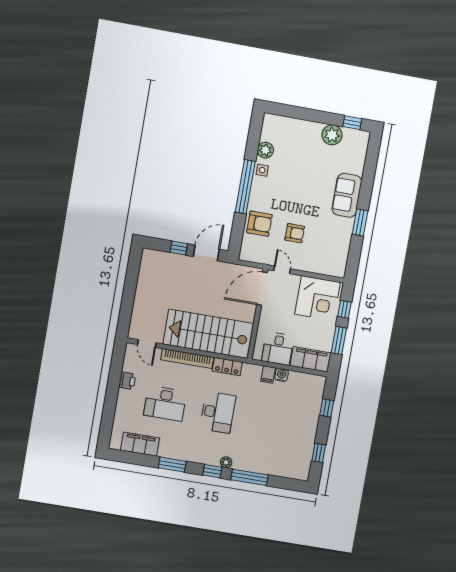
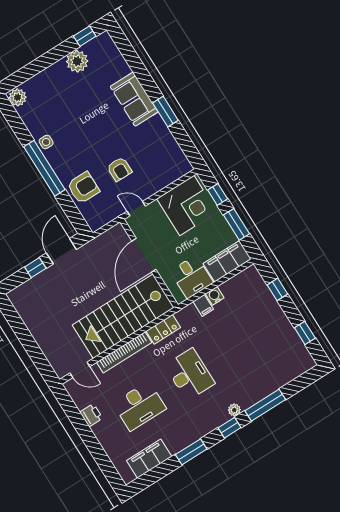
plant: (265, 150) -> (18, 97), moved
armchair: (295, 233) -> (119, 169), turned 90
door: (262, 289) -> (144, 255), moved

